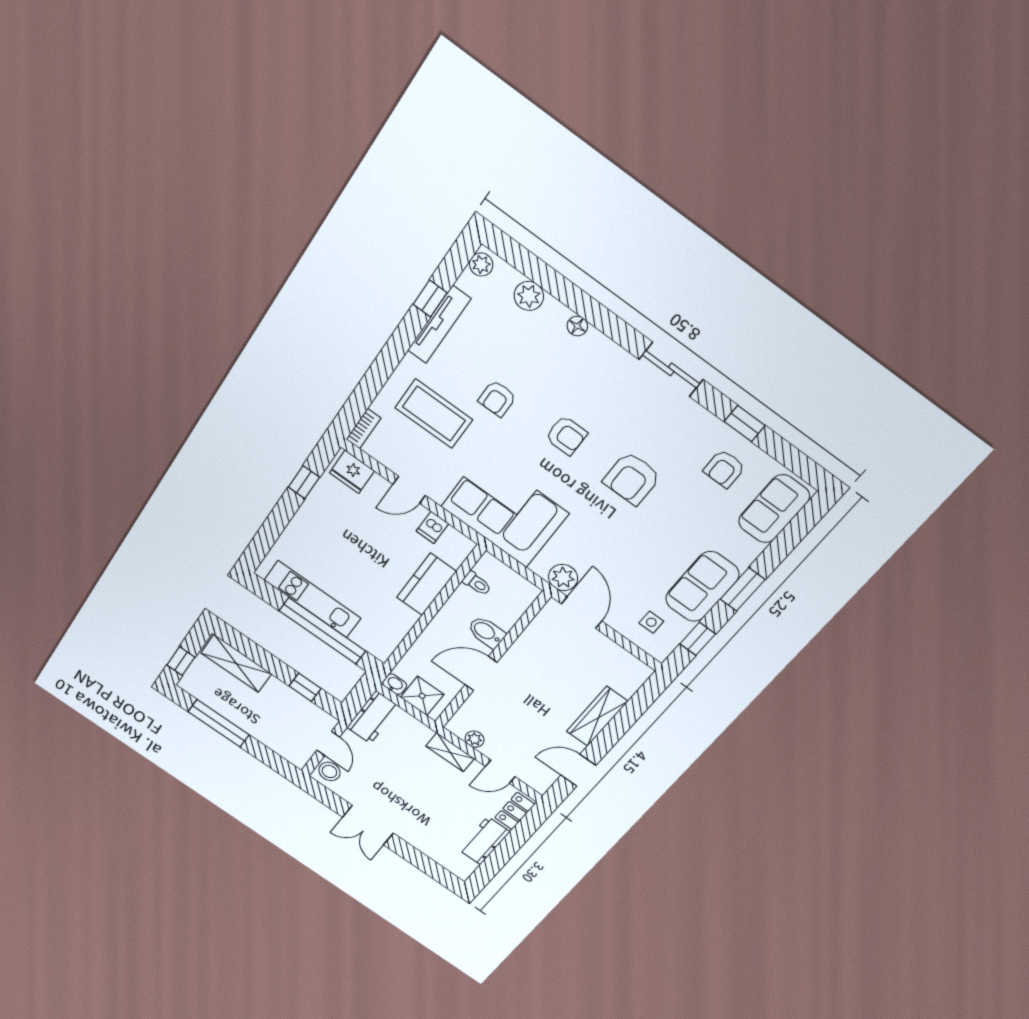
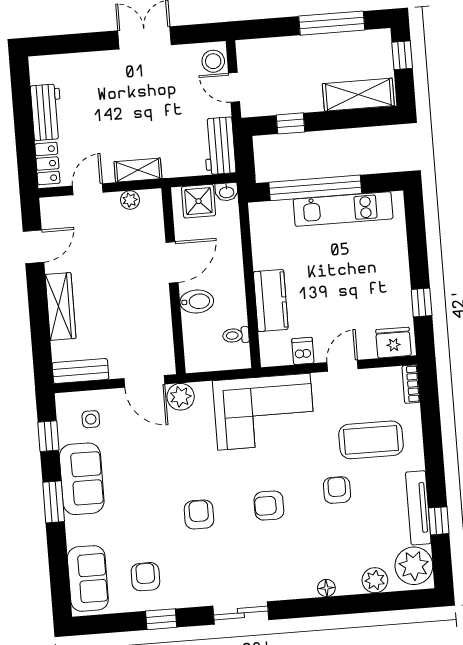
plant: (481, 264) -> (414, 566), width x1.87, depth x1.87
armchair: (632, 478) -> (199, 514), width x0.72, depth x0.72
bench: (626, 662) -> (80, 371), added

